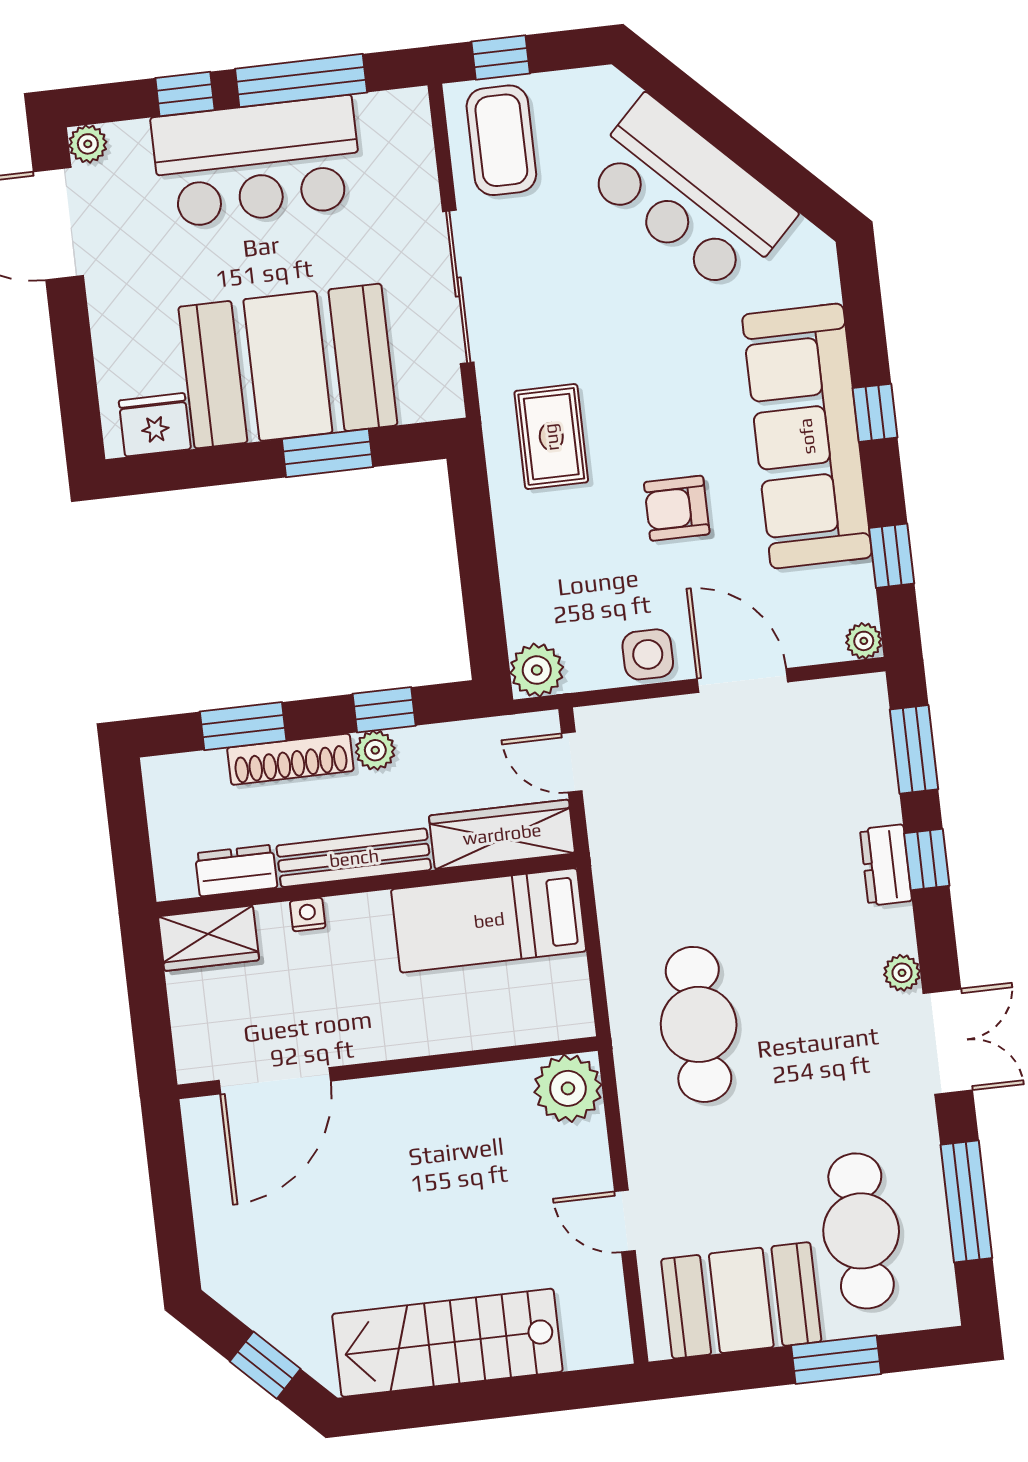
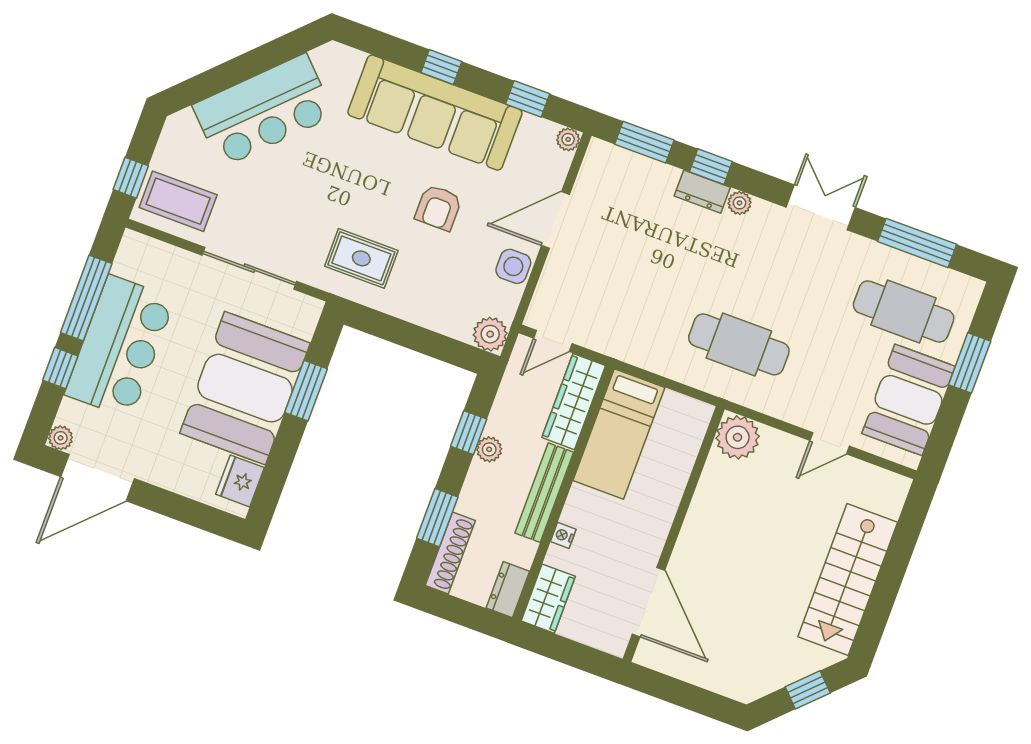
shoe rack: (290, 759) -> (450, 553), moved
dresser: (236, 871) -> (508, 590), moved
plant: (902, 973) -> (740, 203), moved

